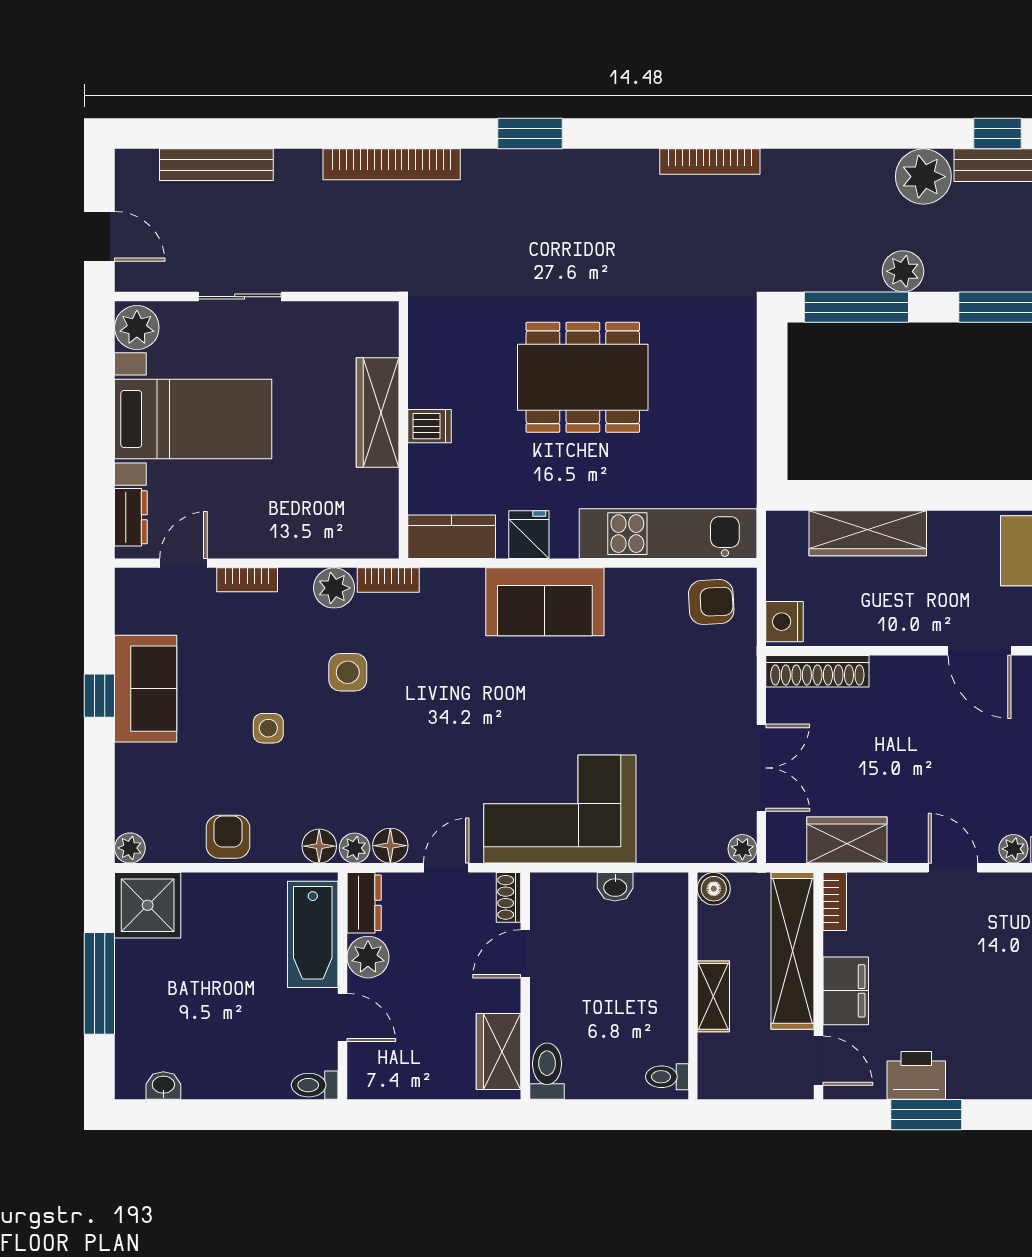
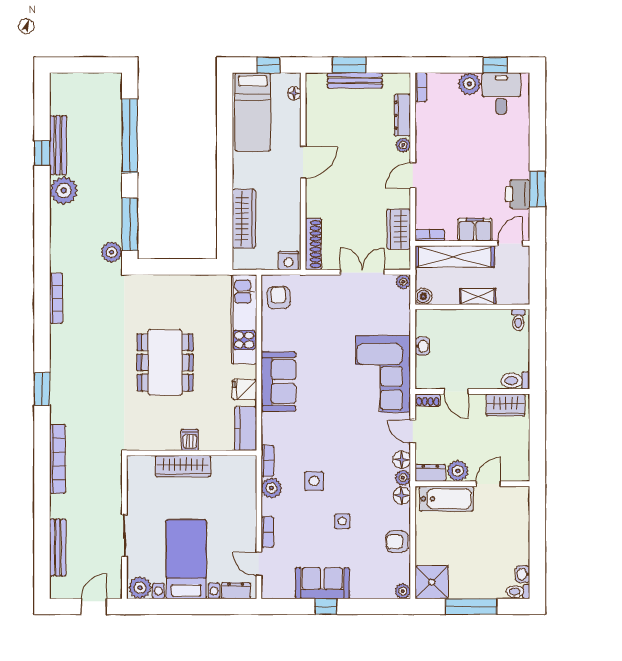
plant: (903, 271) -> (112, 252), moved
toilet: (315, 1085) -> (518, 592), moved, turned 90

